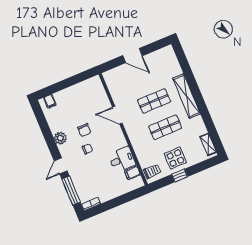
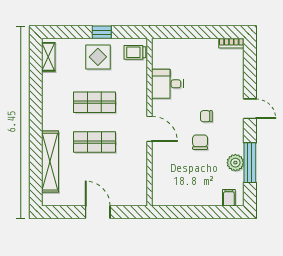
shelving: (186, 96) -> (50, 162), moved
door: (117, 115) -> (150, 129), moved
plant: (60, 138) -> (235, 163), moved
door: (61, 166) -> (250, 109), hinge flipped
filing cabinet: (132, 173) -> (161, 61), removed
window: (71, 191) -> (250, 163), moved

